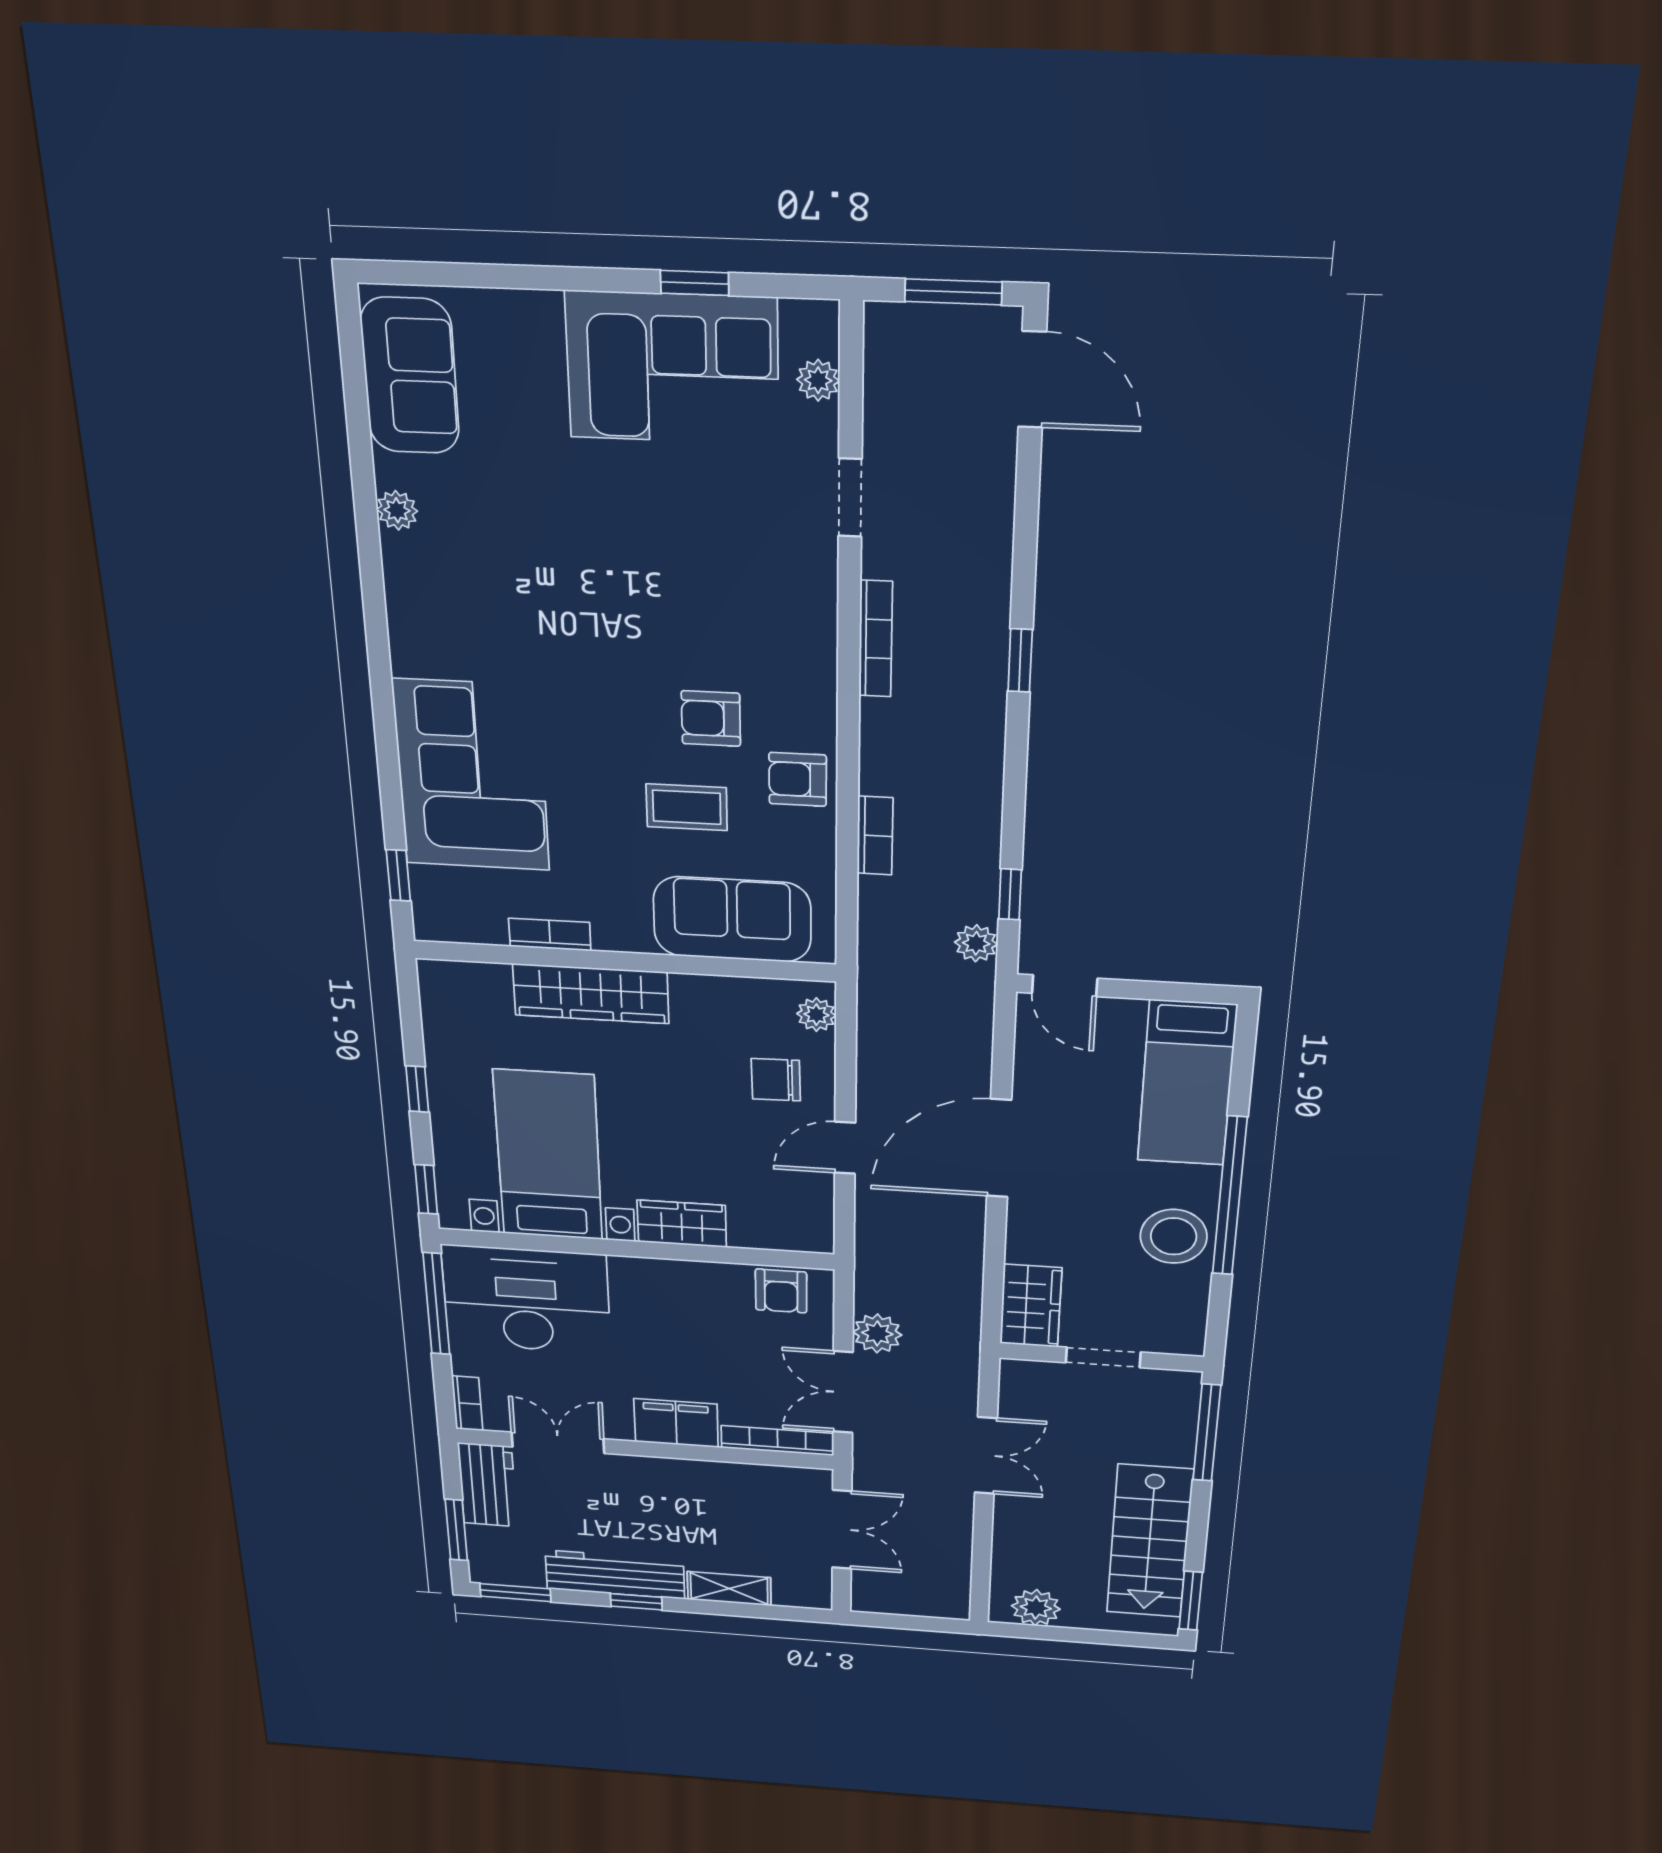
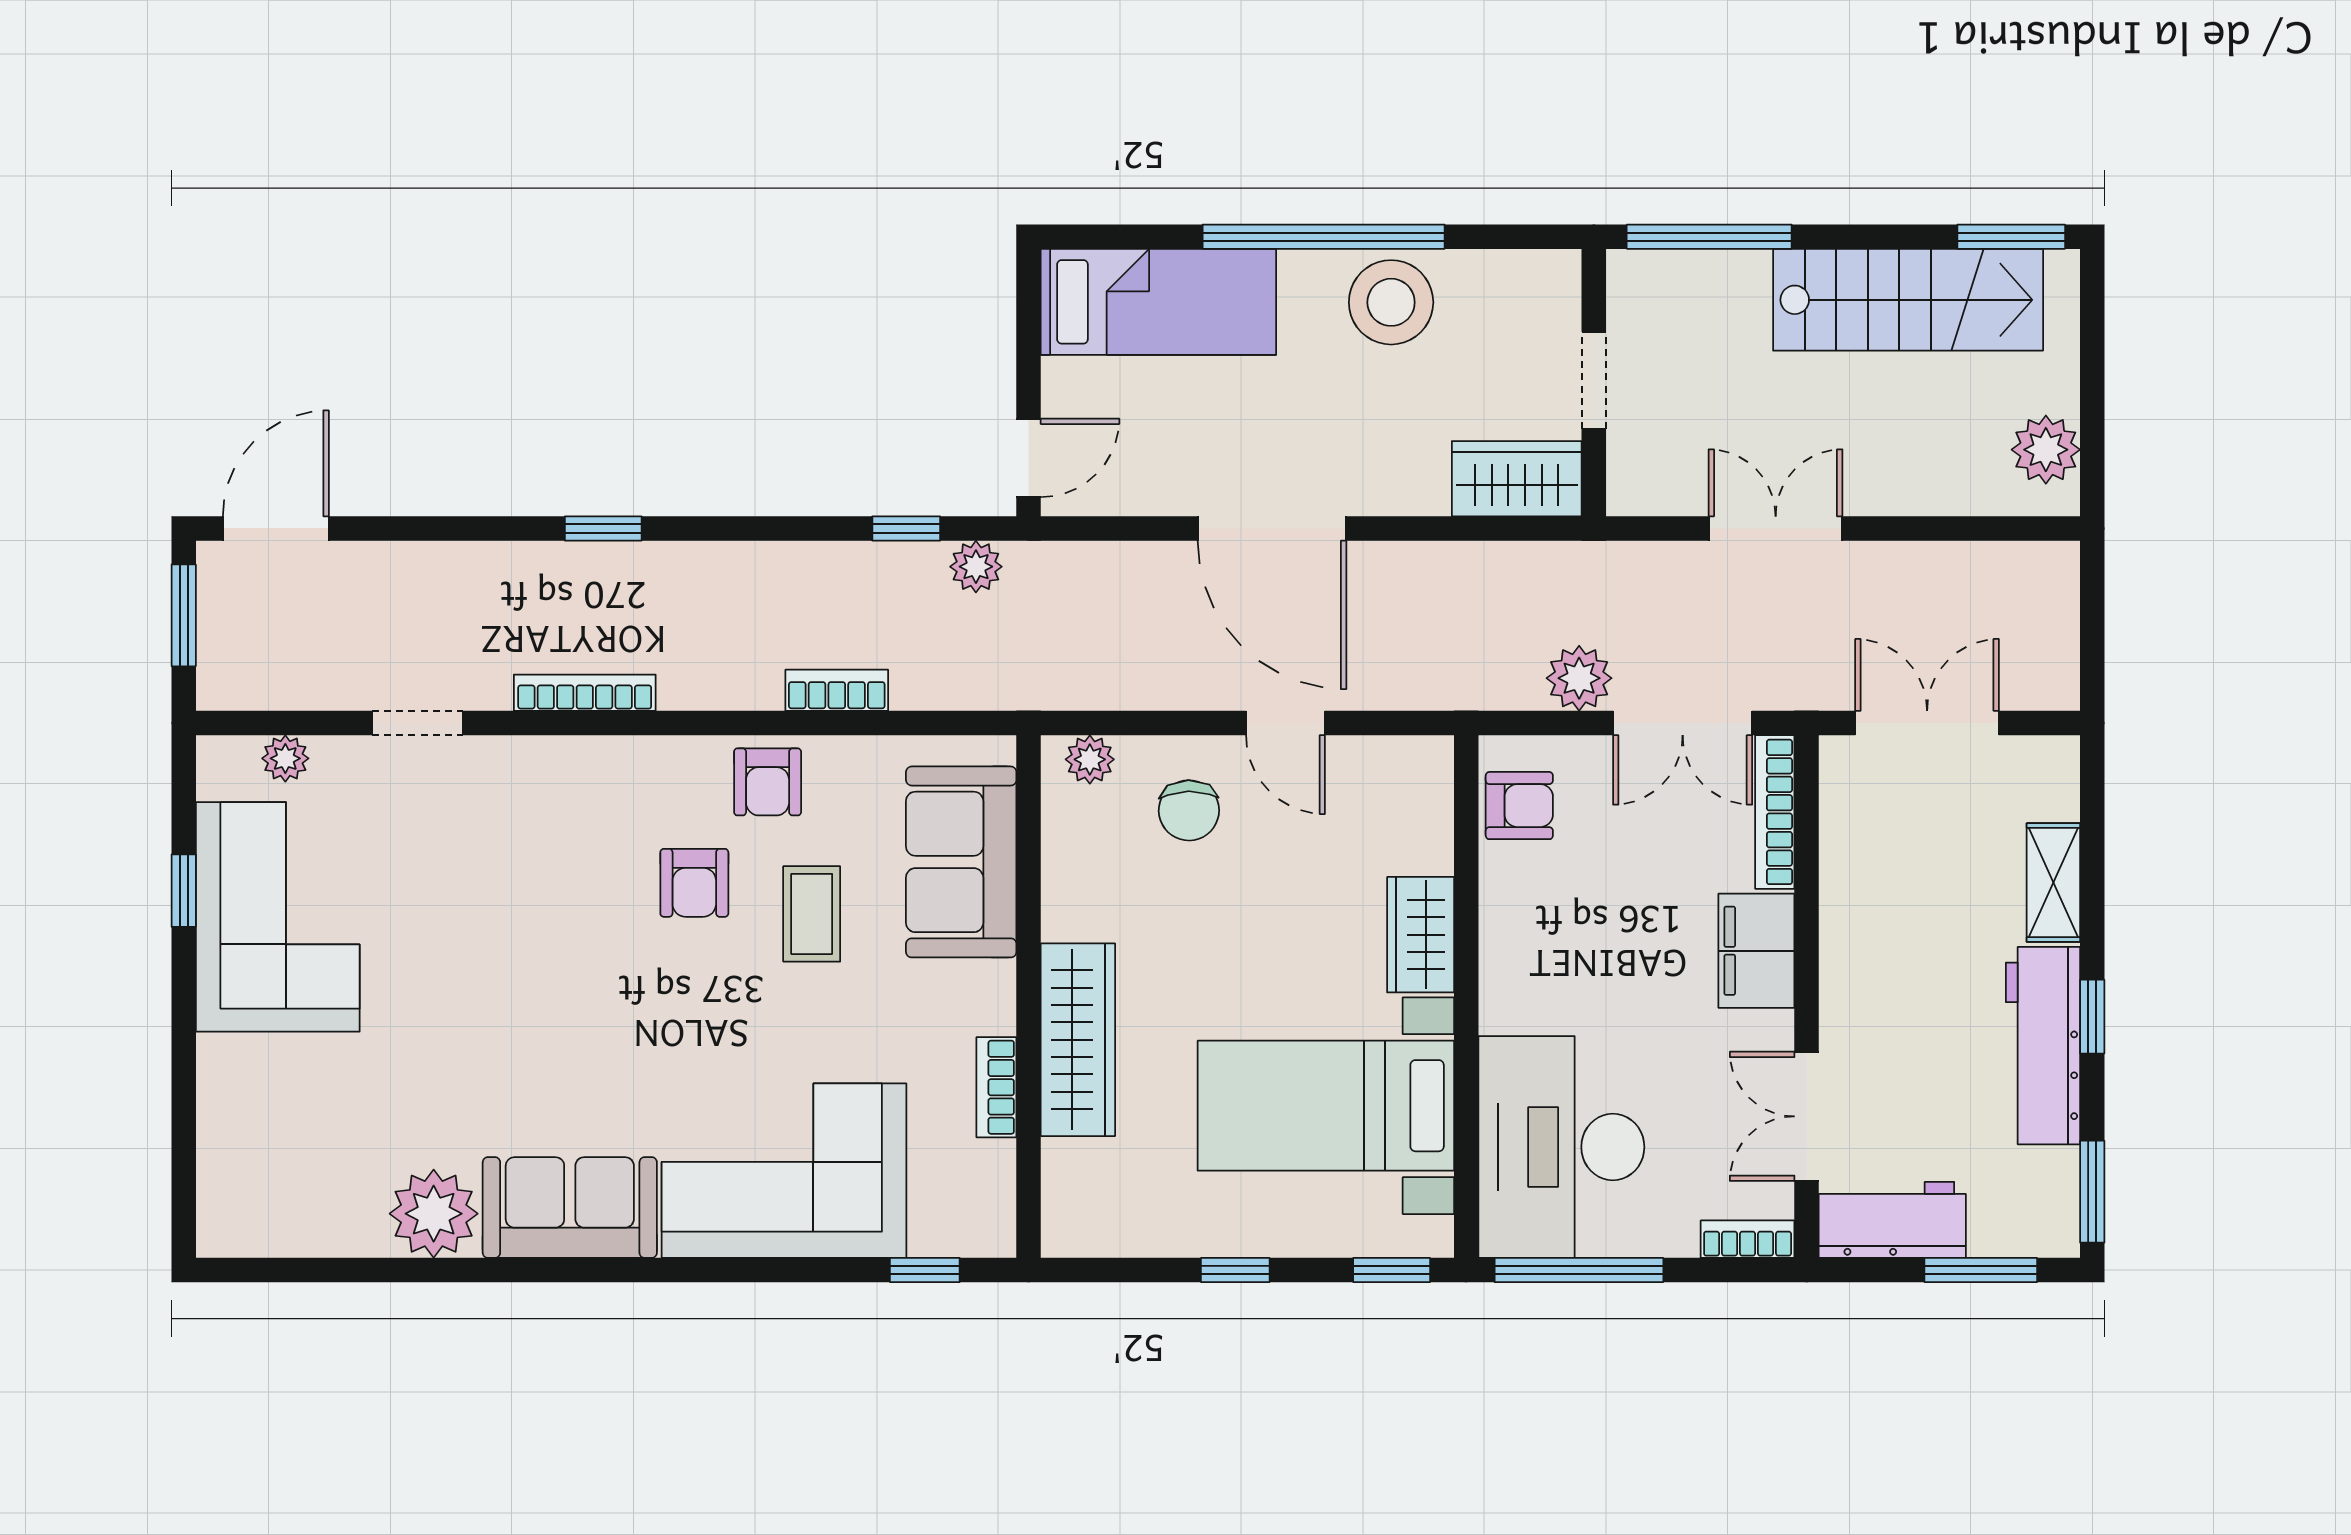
sofa: (410, 376) -> (570, 1208), moved
plant: (397, 510) -> (434, 1214), width x1.87, depth x1.87

